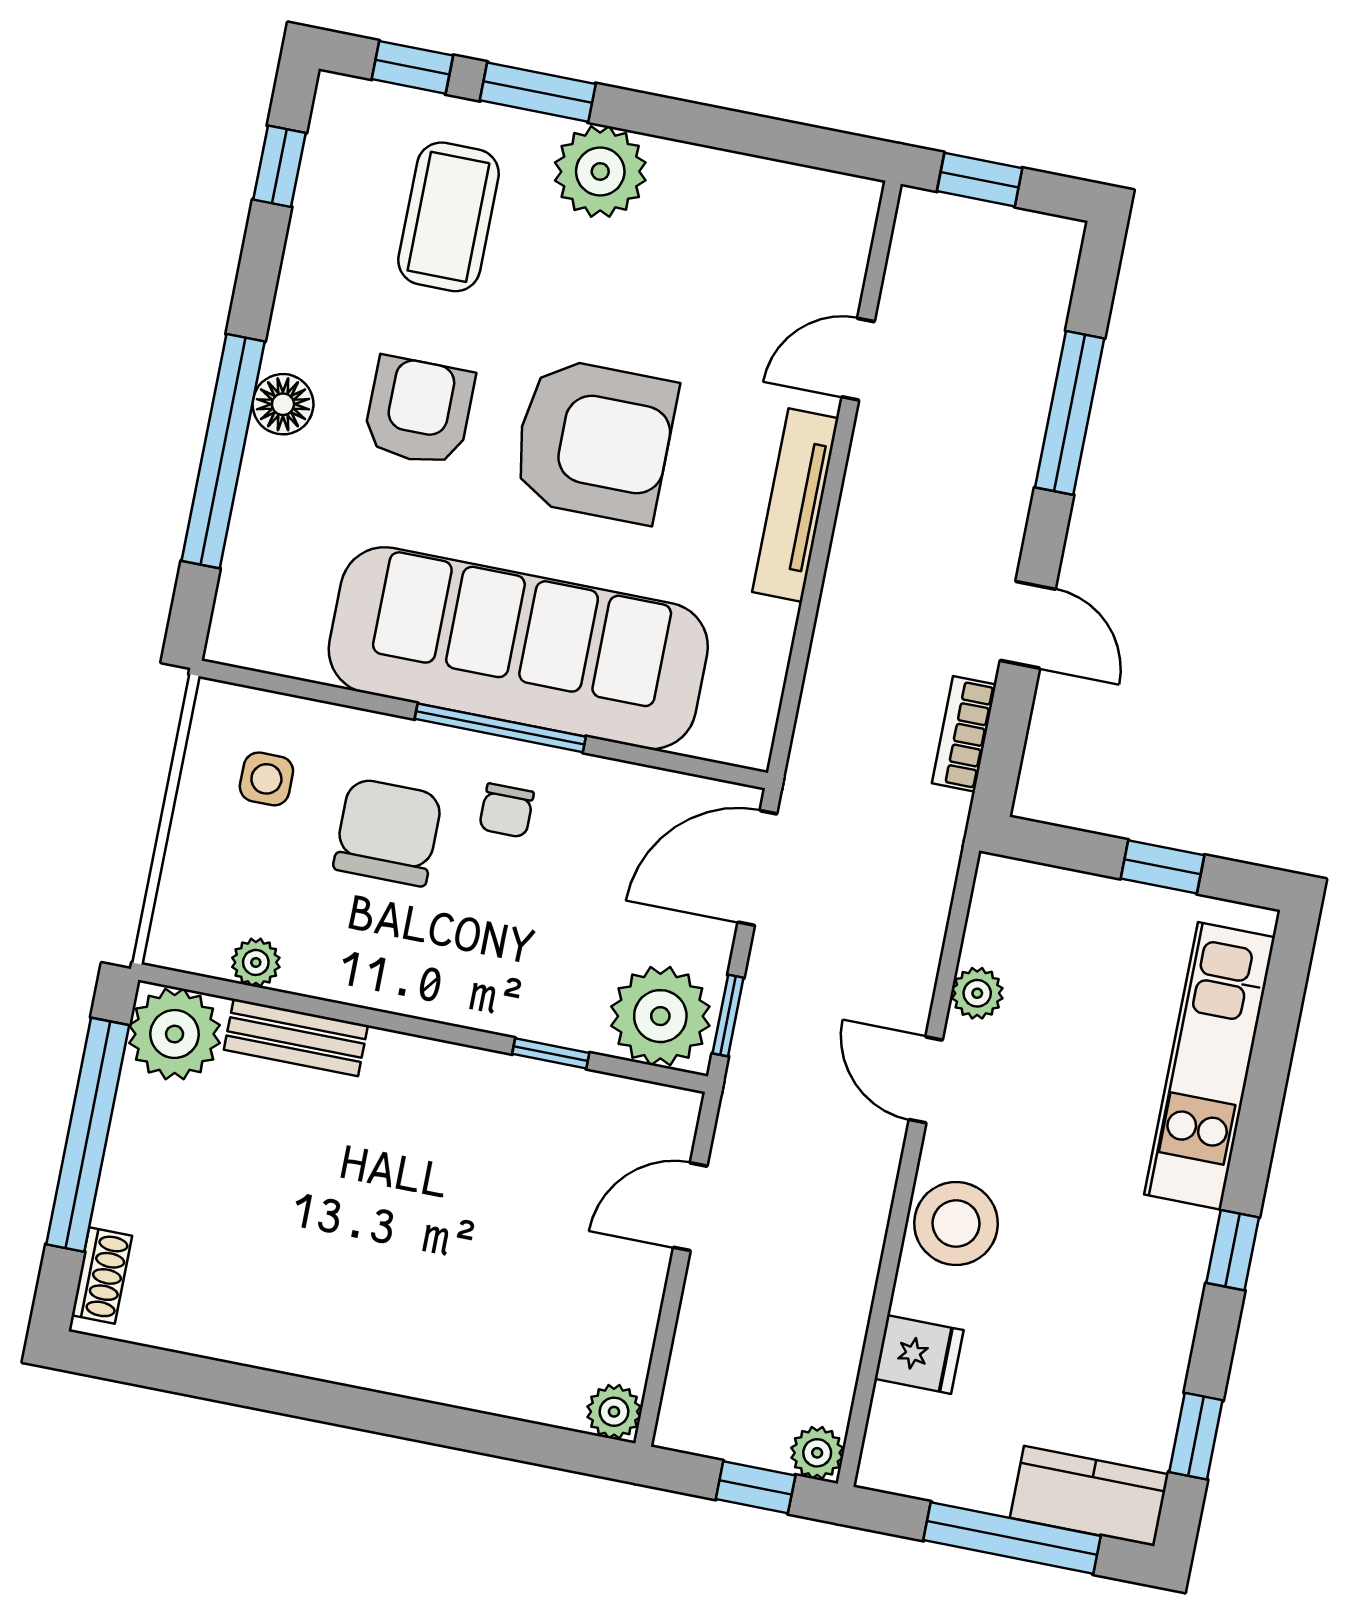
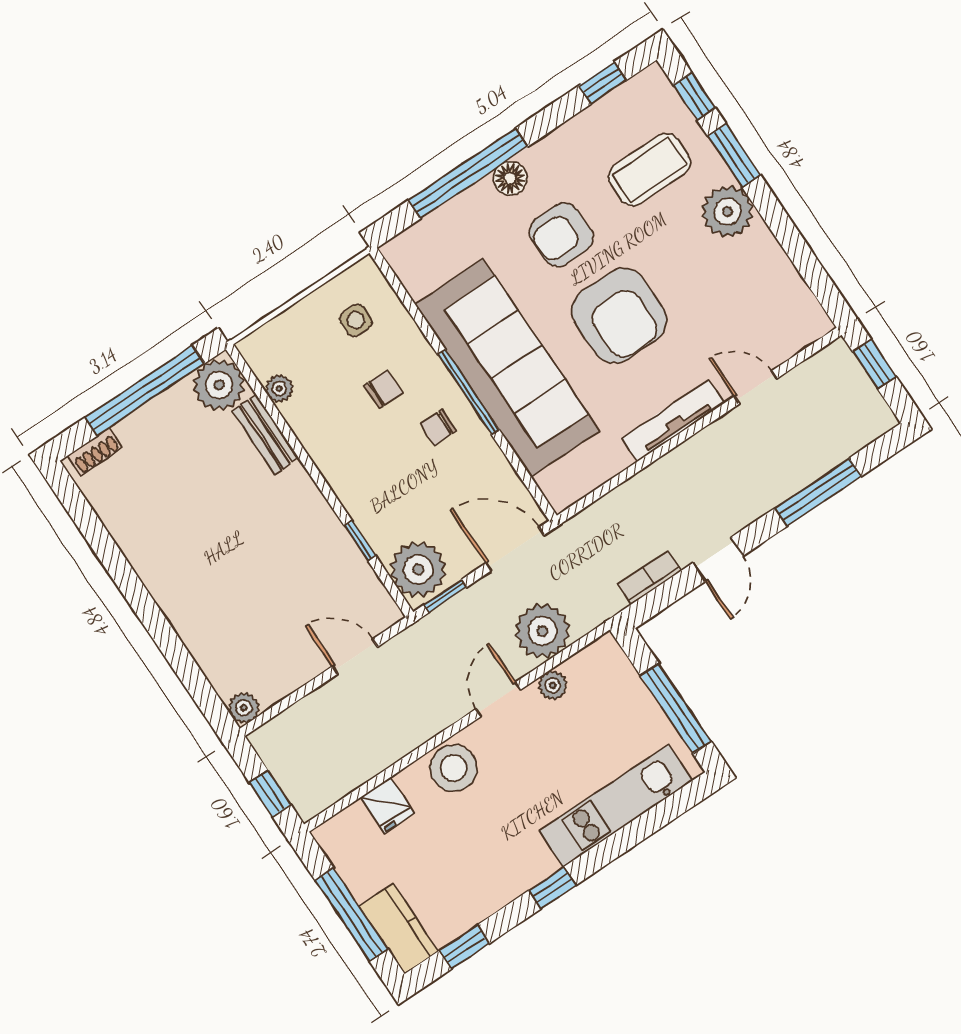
armchair: (419, 411) -> (561, 235), turned 180
chair: (388, 832) -> (383, 389), width x0.54, depth x0.54
window: (1162, 867) -> (676, 708), width x2.17
plant: (817, 1453) -> (542, 631), moved, width x1.88, depth x1.88

